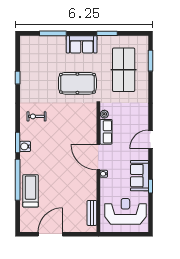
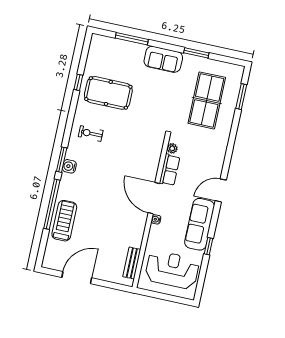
pool table: (77, 83) -> (108, 93), moved
sofa: (139, 176) -> (200, 224), width x1.36

